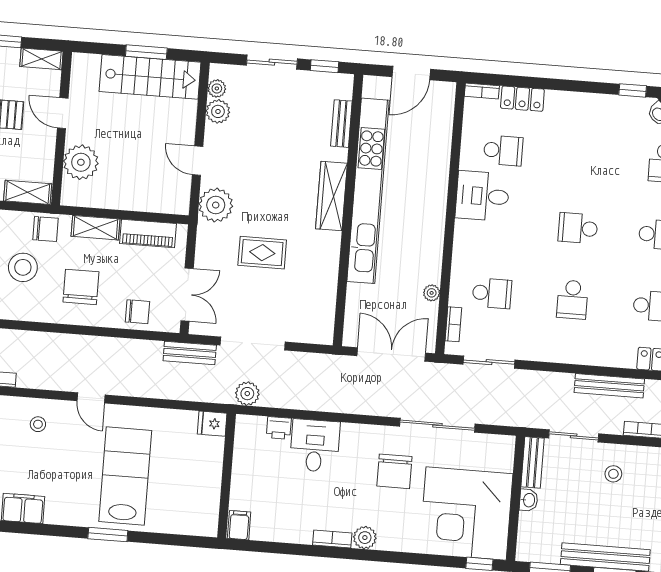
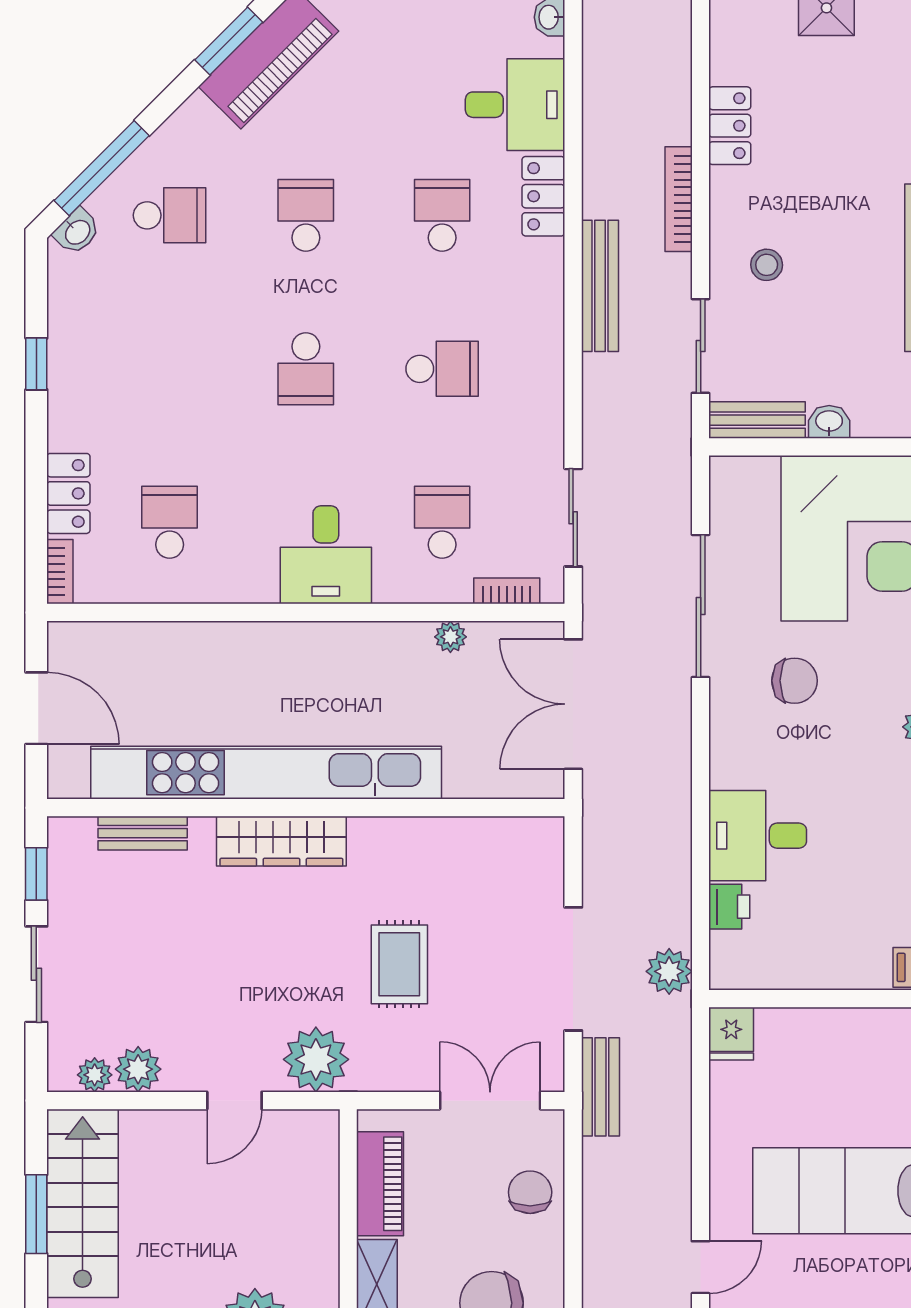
window: (633, 90) -> (36, 364), moved
desk: (482, 196) -> (326, 555), moved
chair: (394, 471) -> (794, 681), width x0.73, depth x0.73

